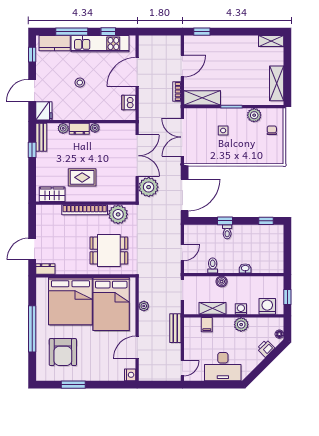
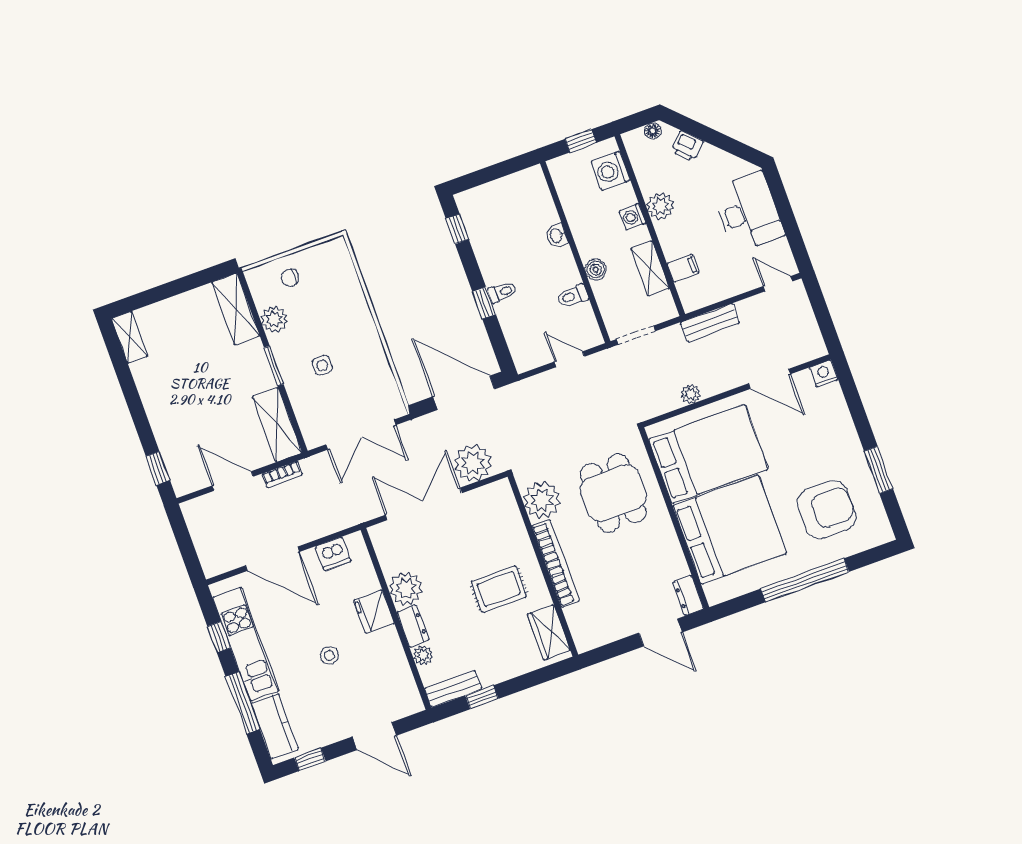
shelving: (277, 83) -> (236, 309), moved, turned 90
fridge: (44, 111) -> (374, 612), moved, turned -90
plant: (95, 128) -> (406, 589), width x1.88, depth x1.88
rug: (82, 177) -> (499, 589), turned 90

